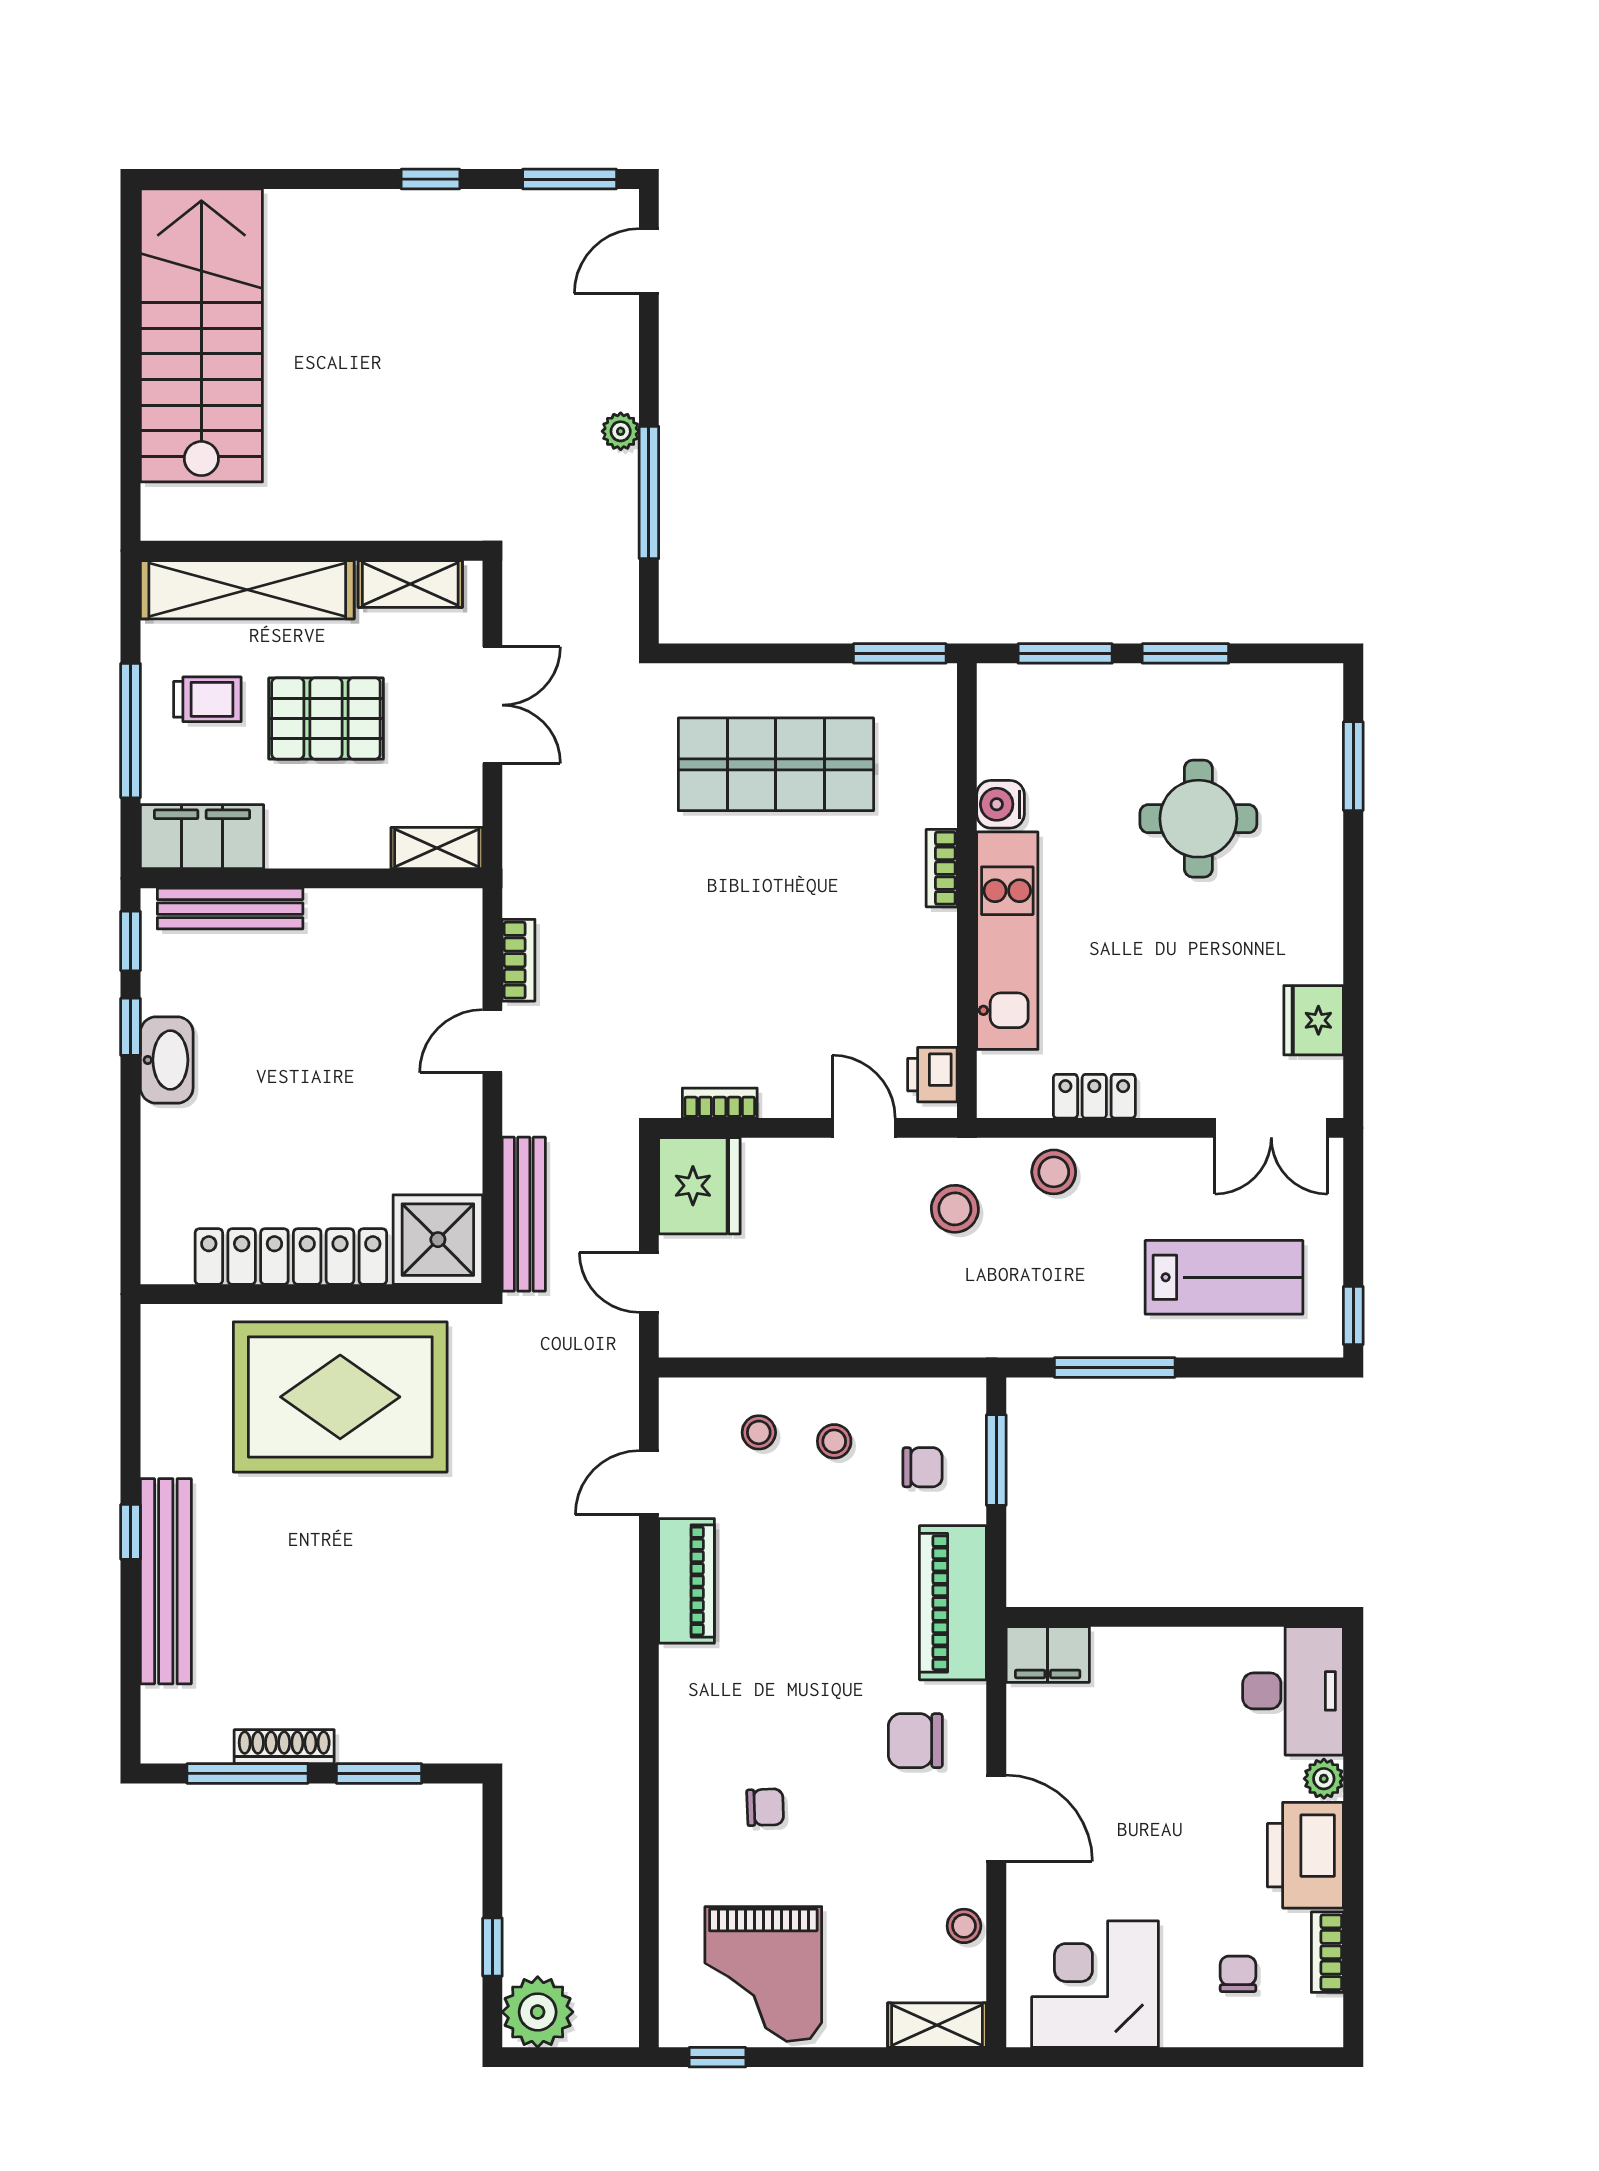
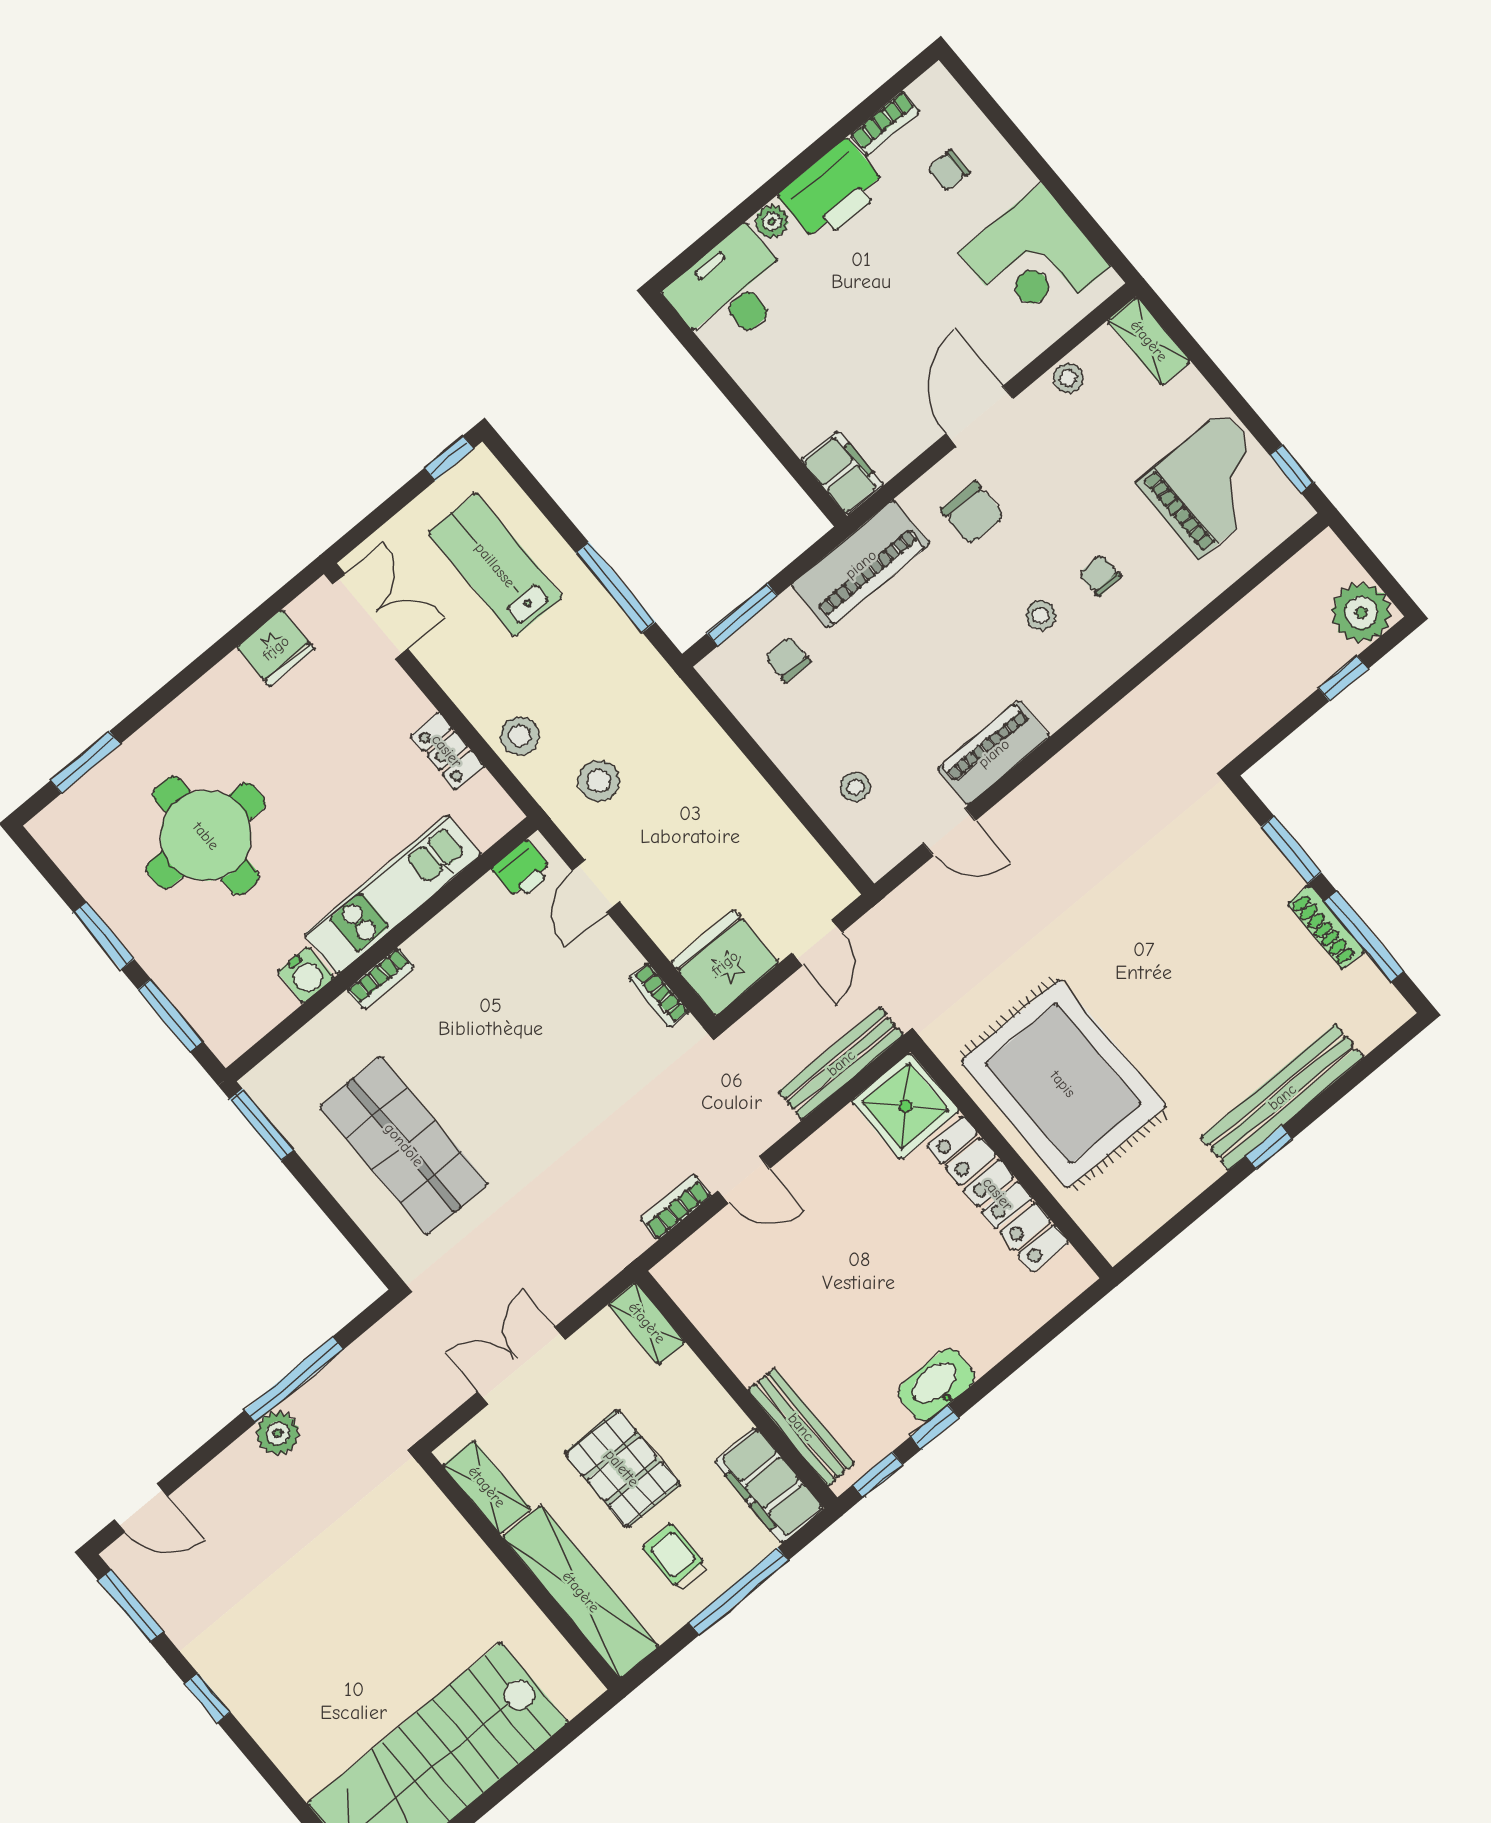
plant: (621, 431) -> (278, 1433), width x1.38, depth x1.38
round table: (1198, 819) -> (206, 836), width x1.36, depth x1.36
stool: (834, 1441) -> (1041, 615), moved

